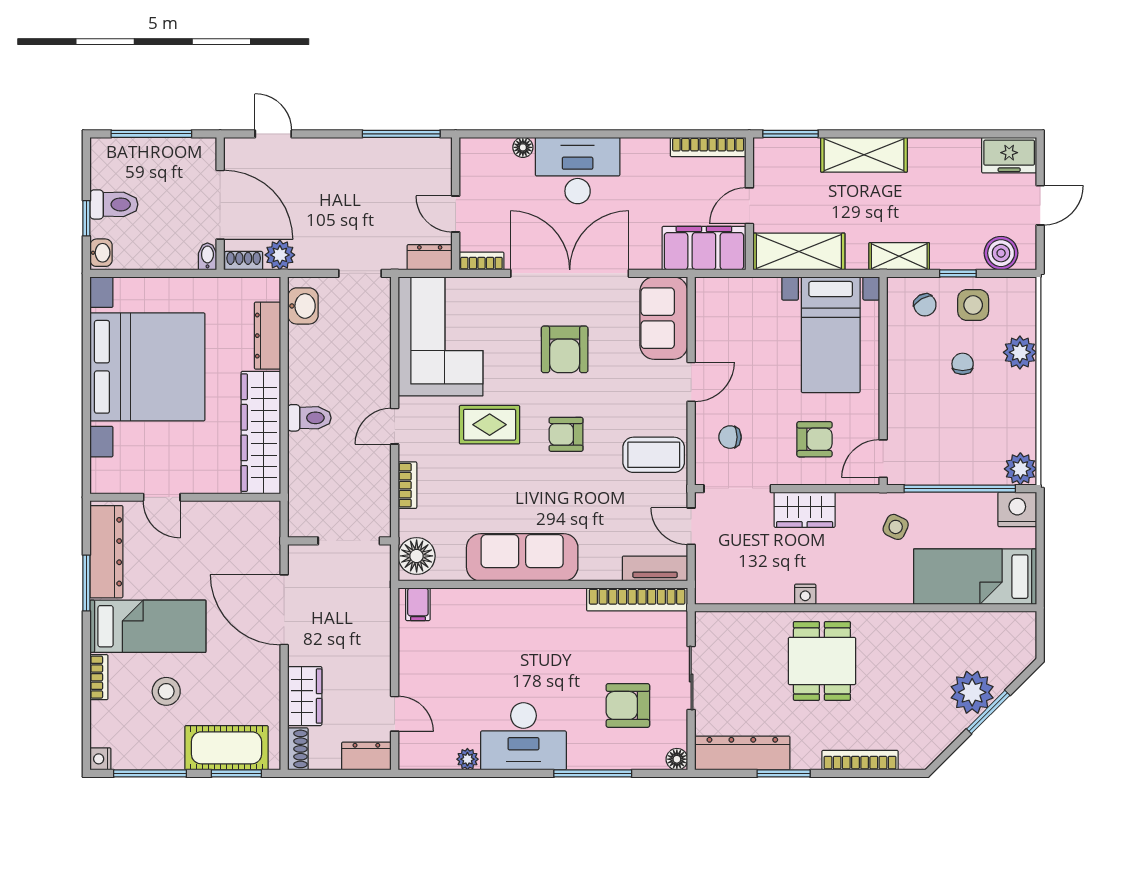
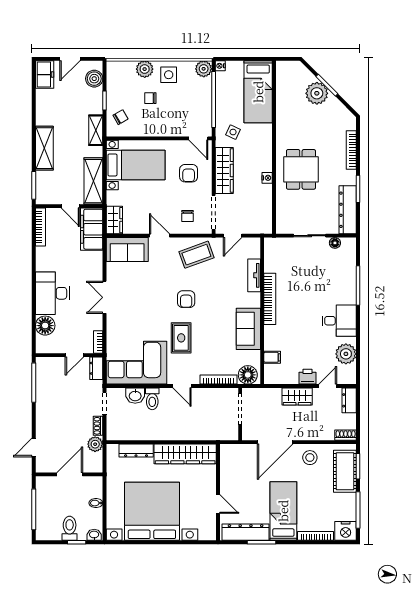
floor lamp: (523, 147) -> (45, 326), width x1.89, depth x1.89
door: (220, 205) -> (70, 474), width x0.73
door: (1040, 205) -> (70, 59), swing flipped
bidet: (207, 256) -> (96, 503), moved
shoe rack: (244, 261) -> (98, 426), moved
double door: (570, 273) -> (105, 297), width x0.54
wardrobe: (722, 293) -> (114, 220), added
side table: (973, 305) -> (169, 75), moved
washbasin: (303, 306) -> (135, 396), moved, turned 180
armchair: (565, 349) -> (143, 300), removed
toilet: (309, 418) -> (152, 399), moved, turned 180
armchair: (815, 439) -> (189, 173), turned 180
coffee table: (654, 455) -> (196, 255), turned 70
bookcase: (407, 485) -> (219, 380), width x1.56
door: (162, 497) -> (218, 504), hinge flipped
nightstand: (1017, 509) -> (220, 66), width x0.53, depth x0.56
wardrobe: (805, 510) -> (224, 170), width x1.50
sofa: (522, 557) -> (248, 329), width x0.74
tv unit: (655, 569) -> (254, 275), moved
bookcase: (637, 599) -> (270, 299), moved
filing cabinet: (418, 604) -> (272, 357), moved
dining table: (822, 661) -> (301, 169), turned 90
printer: (413, 674) -> (307, 377), added
bookcase: (99, 677) -> (316, 536), width x1.56
stool: (166, 691) -> (310, 458), moved
wardrobe: (305, 696) -> (297, 396), moved, turned 180
armchair: (628, 705) -> (324, 268), removed
desk: (523, 736) -> (339, 321), width x0.73
nightstand: (100, 759) -> (346, 531), width x1.89, depth x1.79
plant: (467, 759) -> (346, 354), width x1.87, depth x1.87
floor lamp: (677, 759) -> (335, 243), moved

